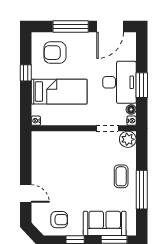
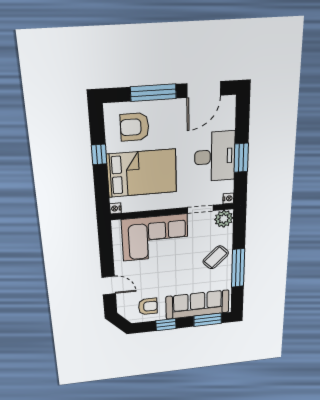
bed: (59, 92) -> (142, 173), width x1.50
floor lamp: (131, 109) -> (228, 186), removed
corner sofa: (68, 151) -> (155, 238), added
coffee table: (121, 176) -> (216, 257), turned 46
sofa: (105, 223) -> (198, 304), width x1.36

